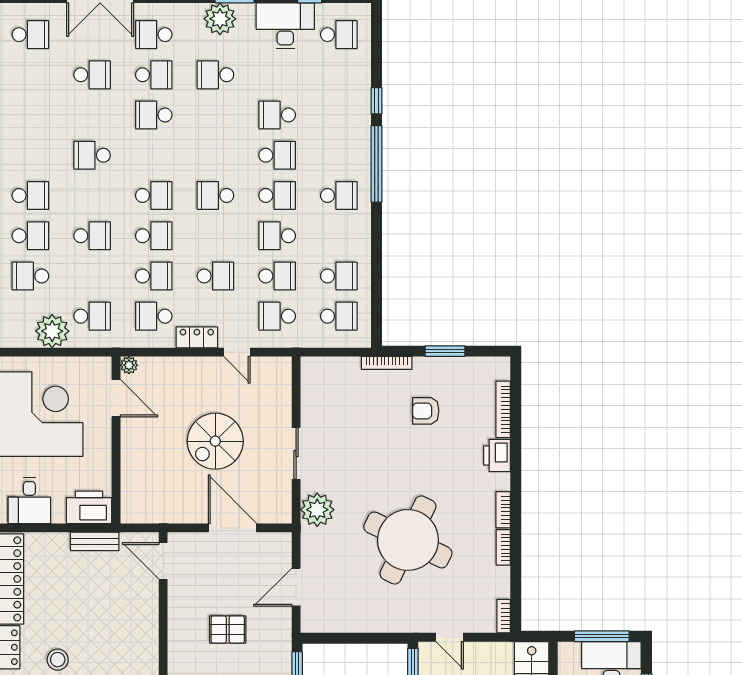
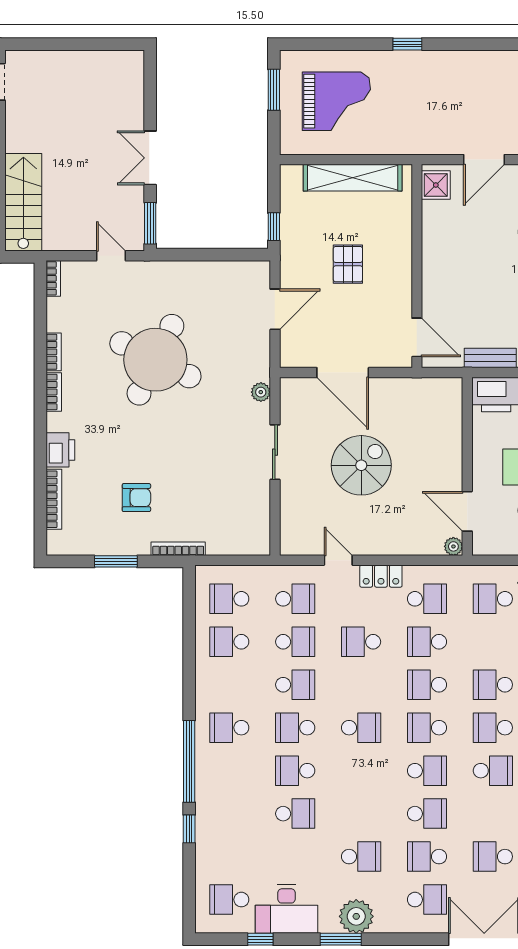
school desk: (154, 155) -> (427, 771), added
school desk: (92, 195) -> (493, 728), added
school desk: (277, 276) -> (295, 642), turned 180
plant: (317, 510) -> (261, 392), width x0.53, depth x0.53
pallet: (228, 630) -> (348, 264), turned 90

